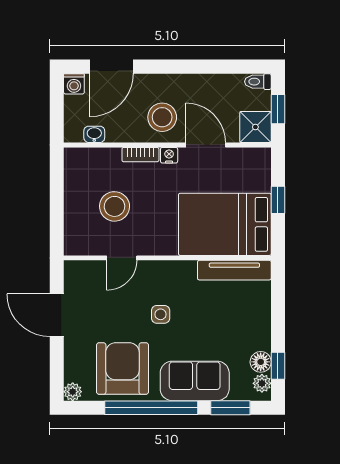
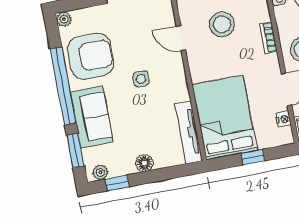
nightstand: (169, 155) -> (283, 119), moved
floor lamp: (261, 362) -> (144, 163), moved

